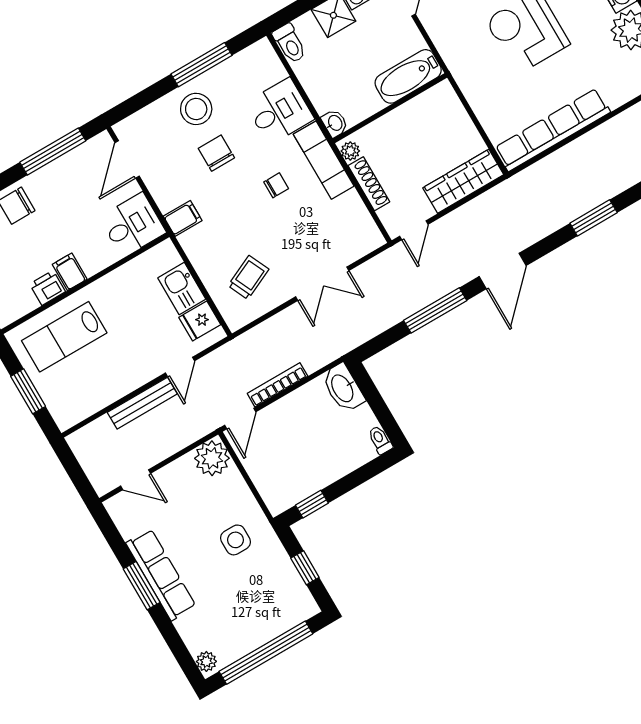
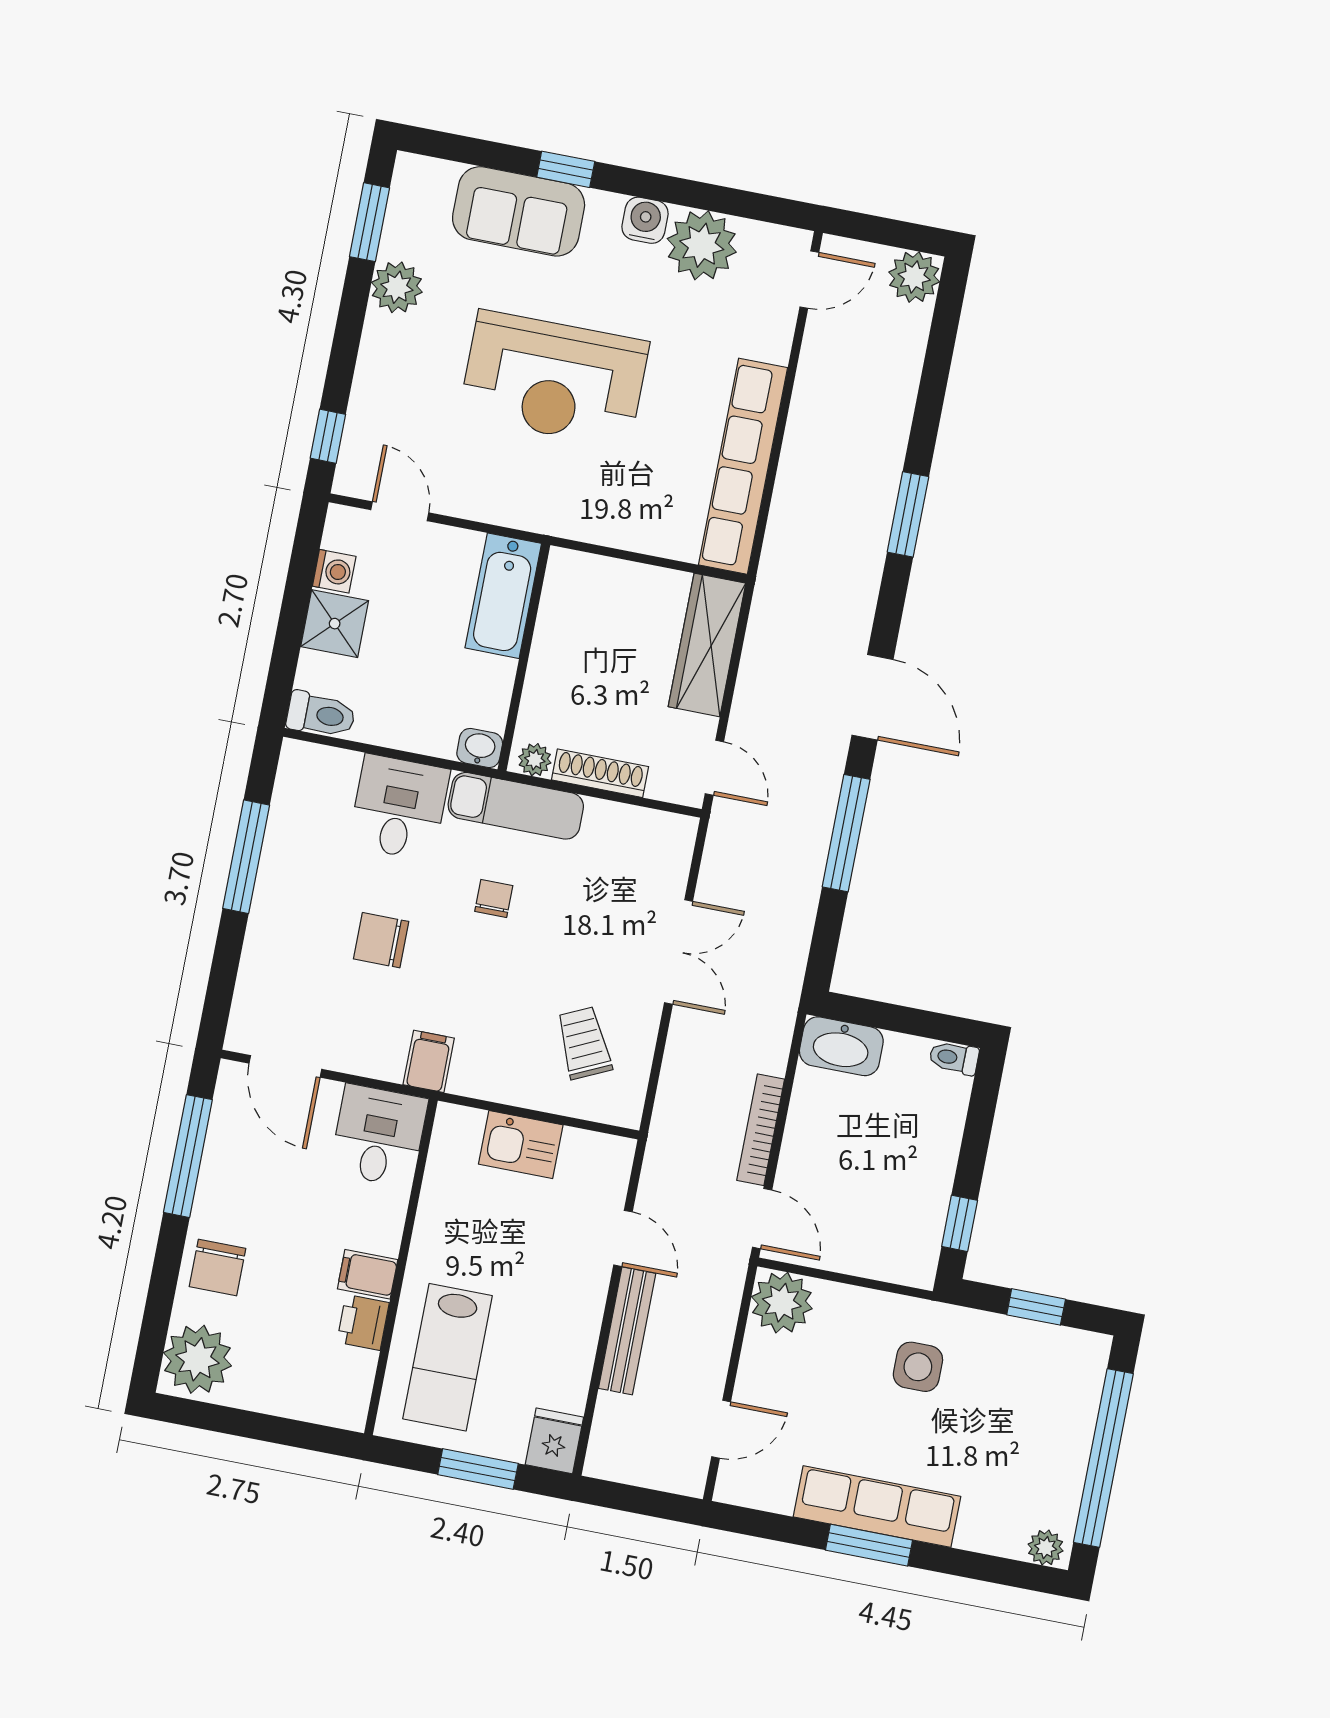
stool: (196, 109) -> (299, 916), removed
fridge: (200, 321) -> (554, 1441), moved, turned 180

